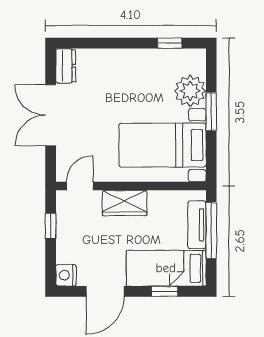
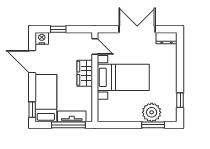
window: (211, 112) -> (153, 125), moved
bed with nightstands: (163, 145) -> (123, 77), moved, turned 90
window: (51, 226) -> (58, 29), moved
window: (164, 291) -> (32, 110), moved

